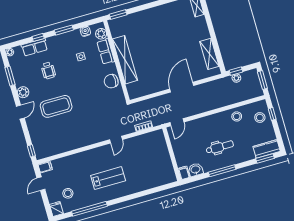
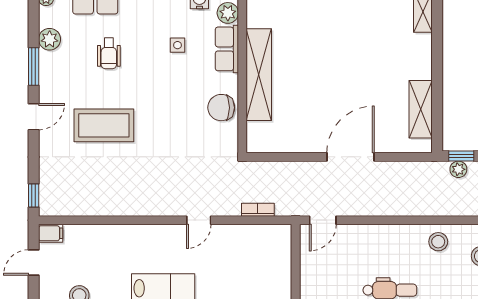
window: (10, 76) -> (34, 67), moved
plant: (23, 92) -> (50, 39), moved

